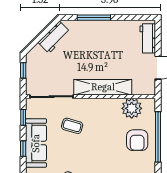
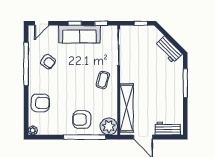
shelving: (103, 87) -> (127, 108), moved
plant: (132, 108) -> (109, 126), moved
coffee table: (72, 126) -> (103, 80), moved

